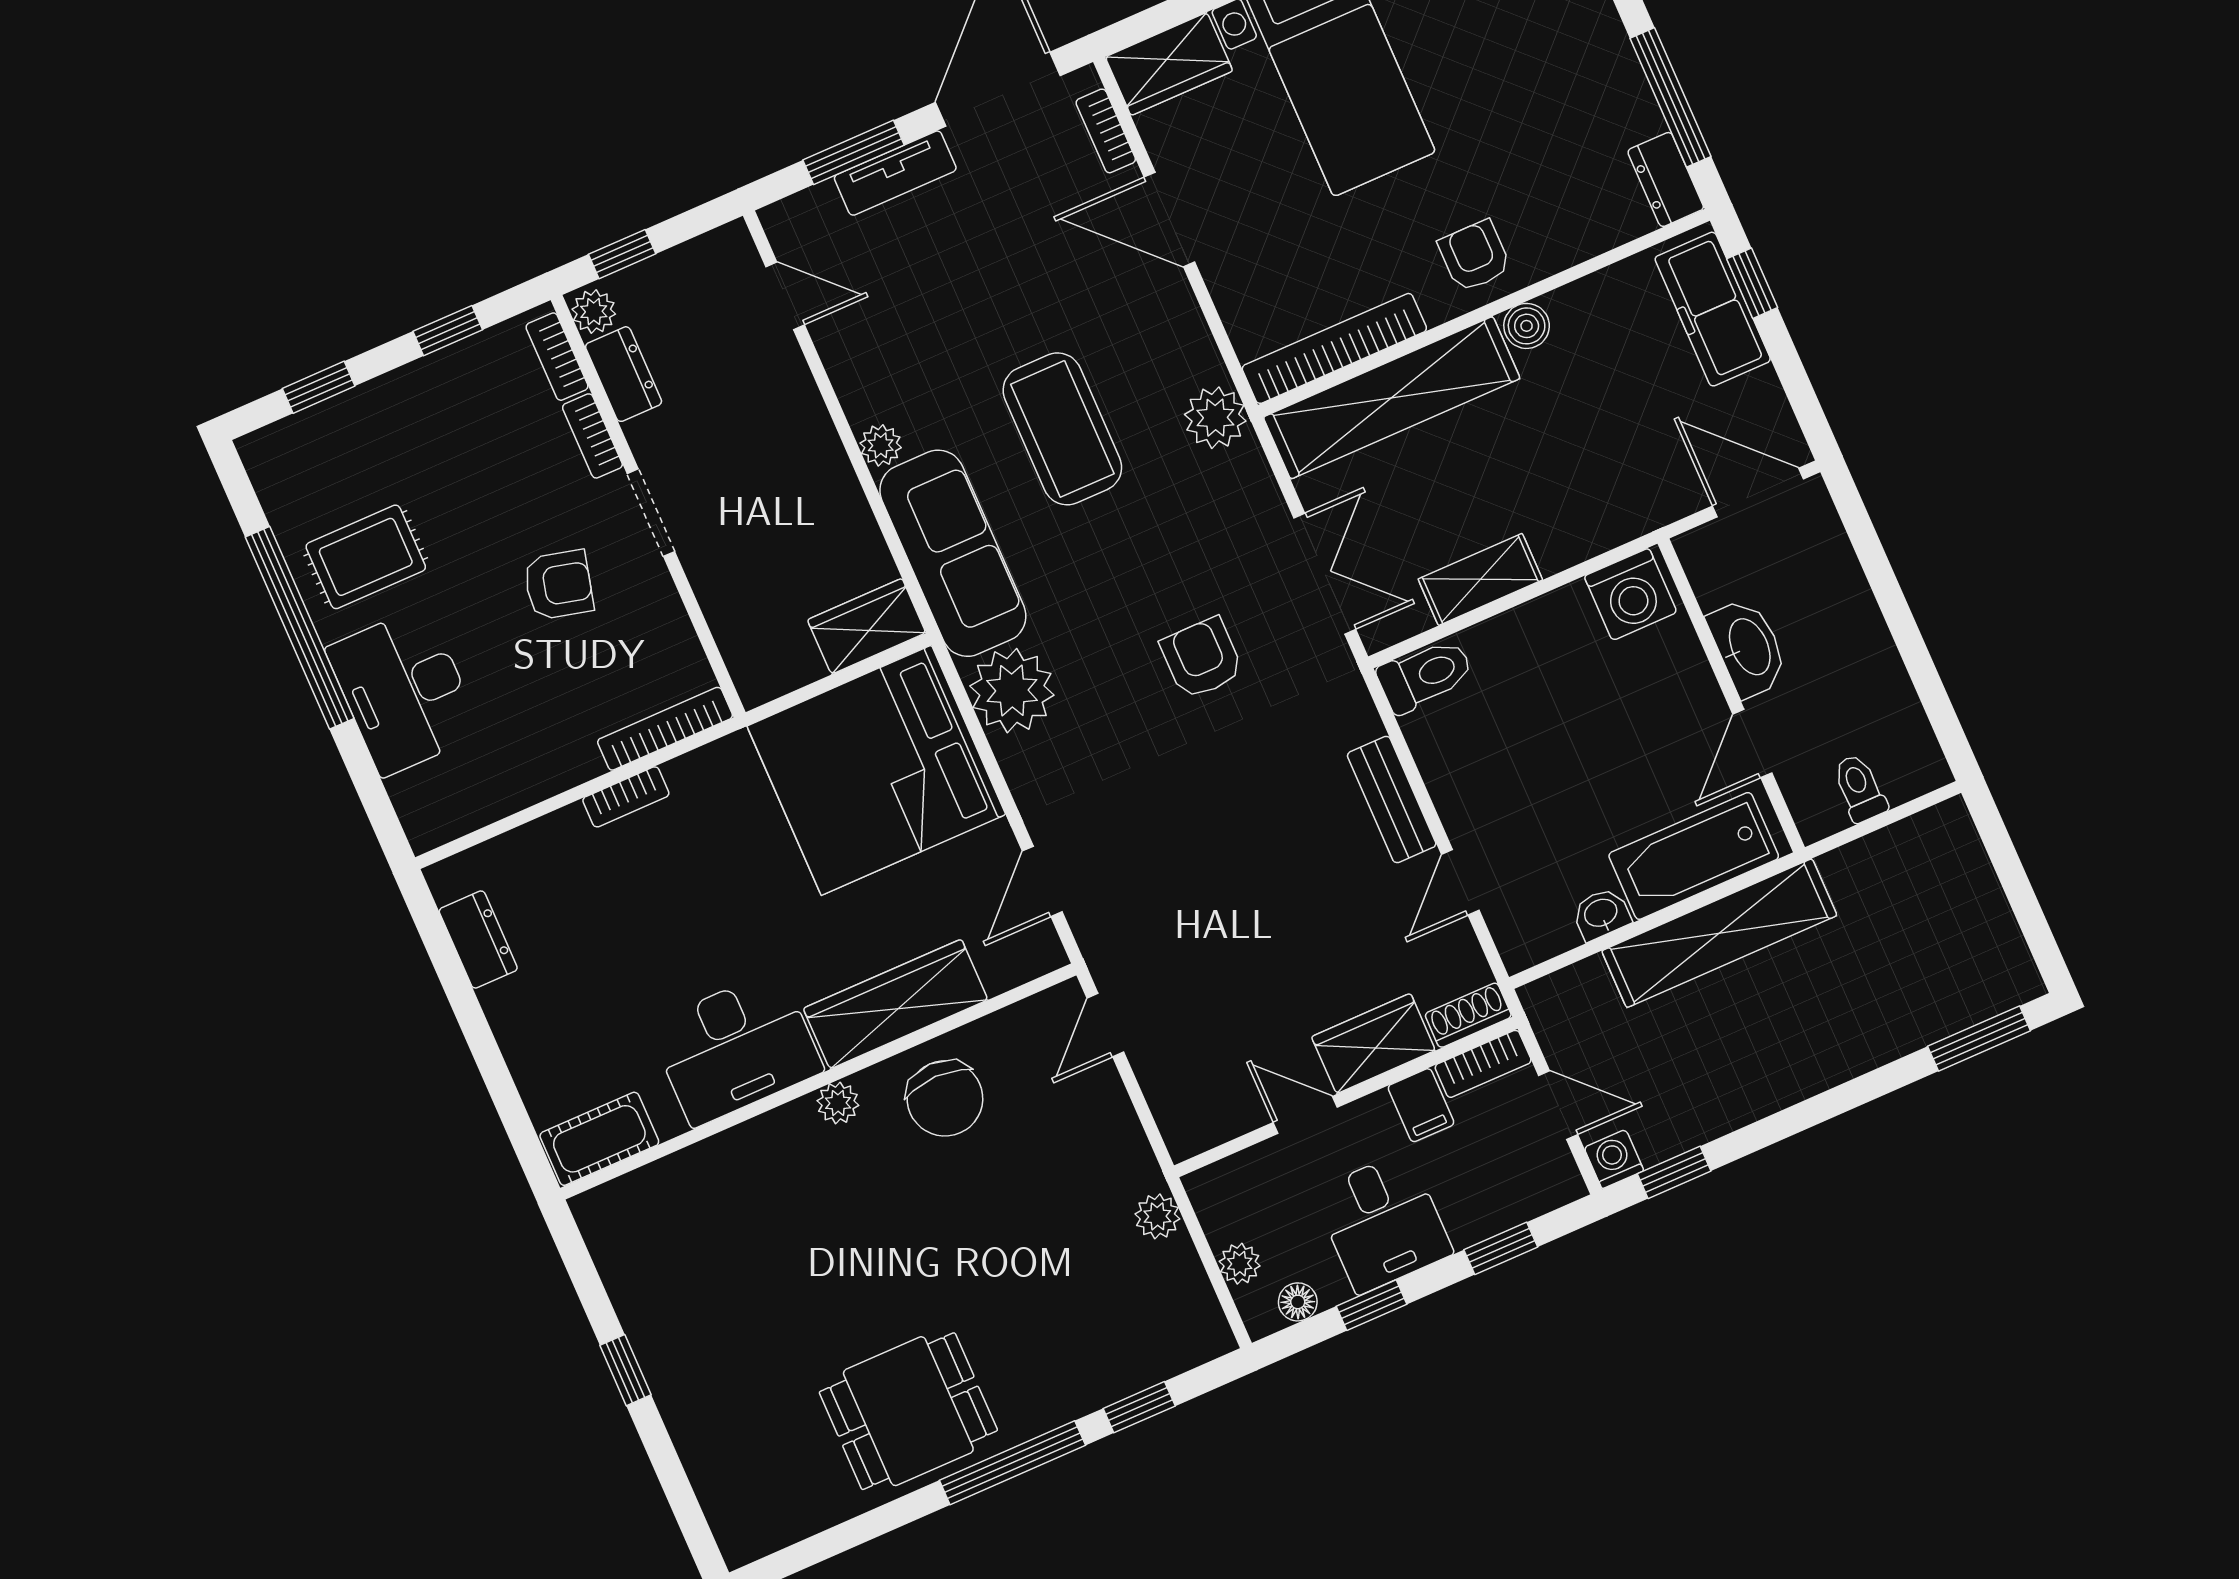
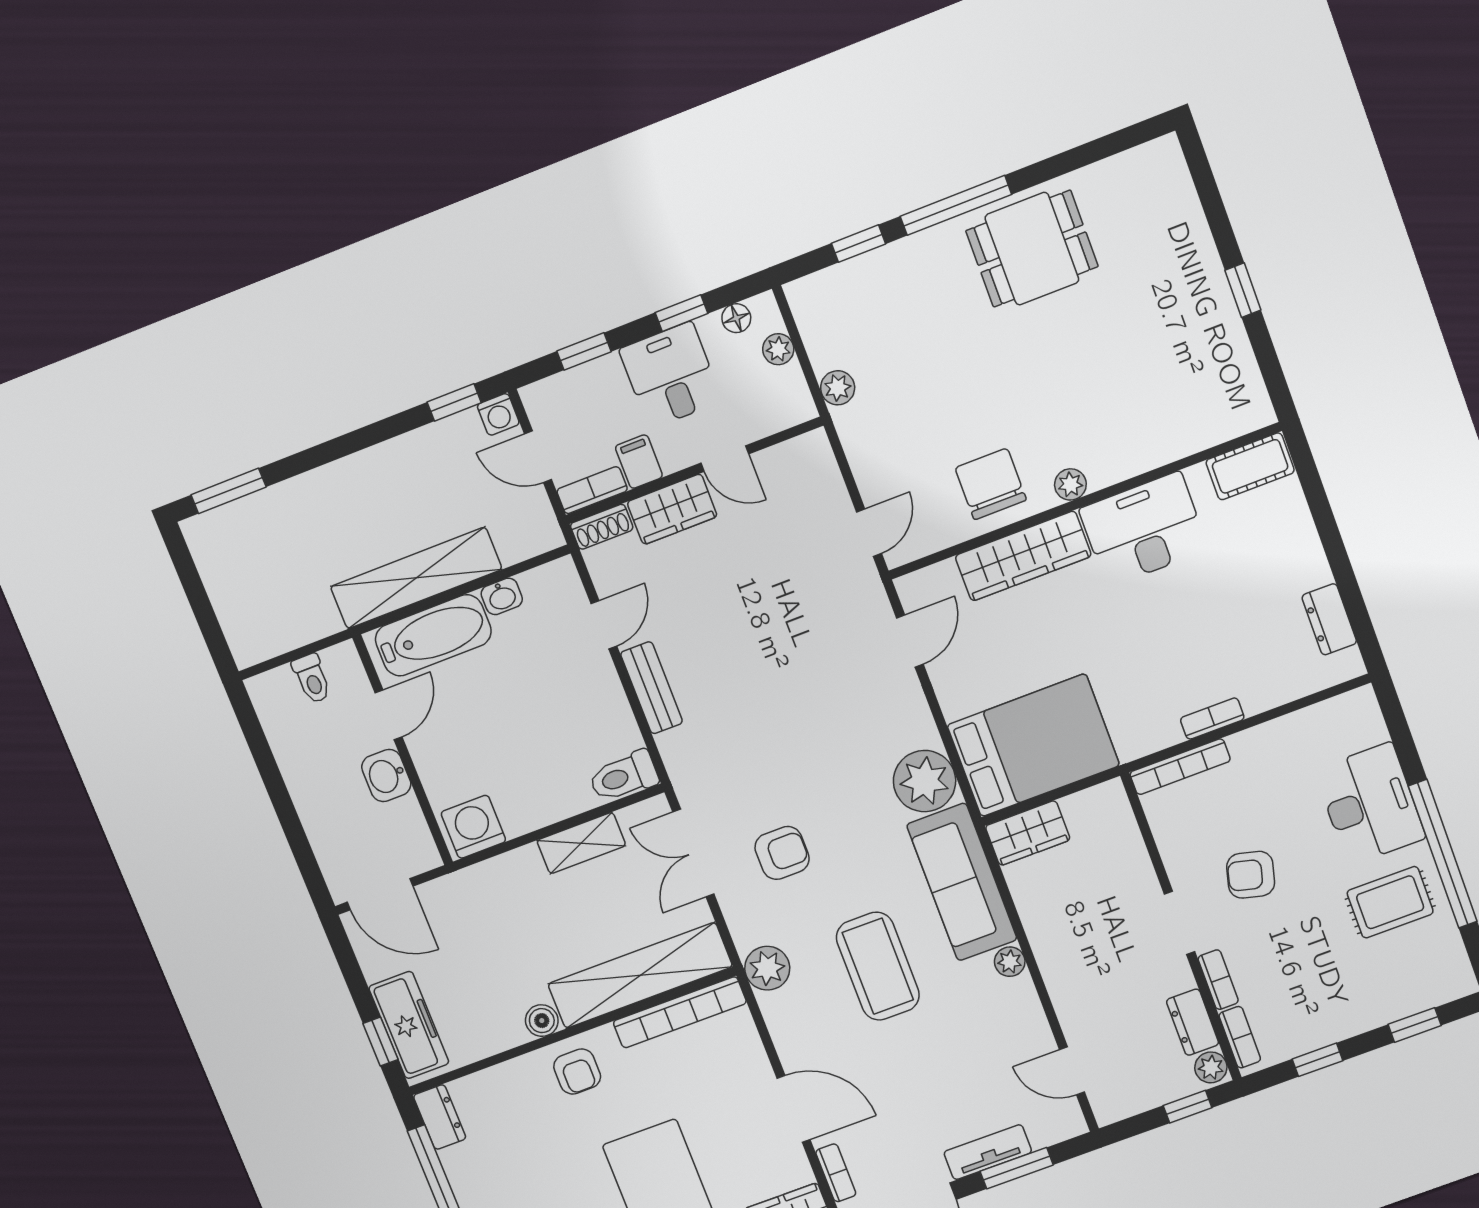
washbasin: (1748, 647) -> (386, 775), width x0.72
armchair: (1202, 658) -> (782, 853), moved, turned -90
bed: (876, 770) -> (1033, 745), width x0.73

